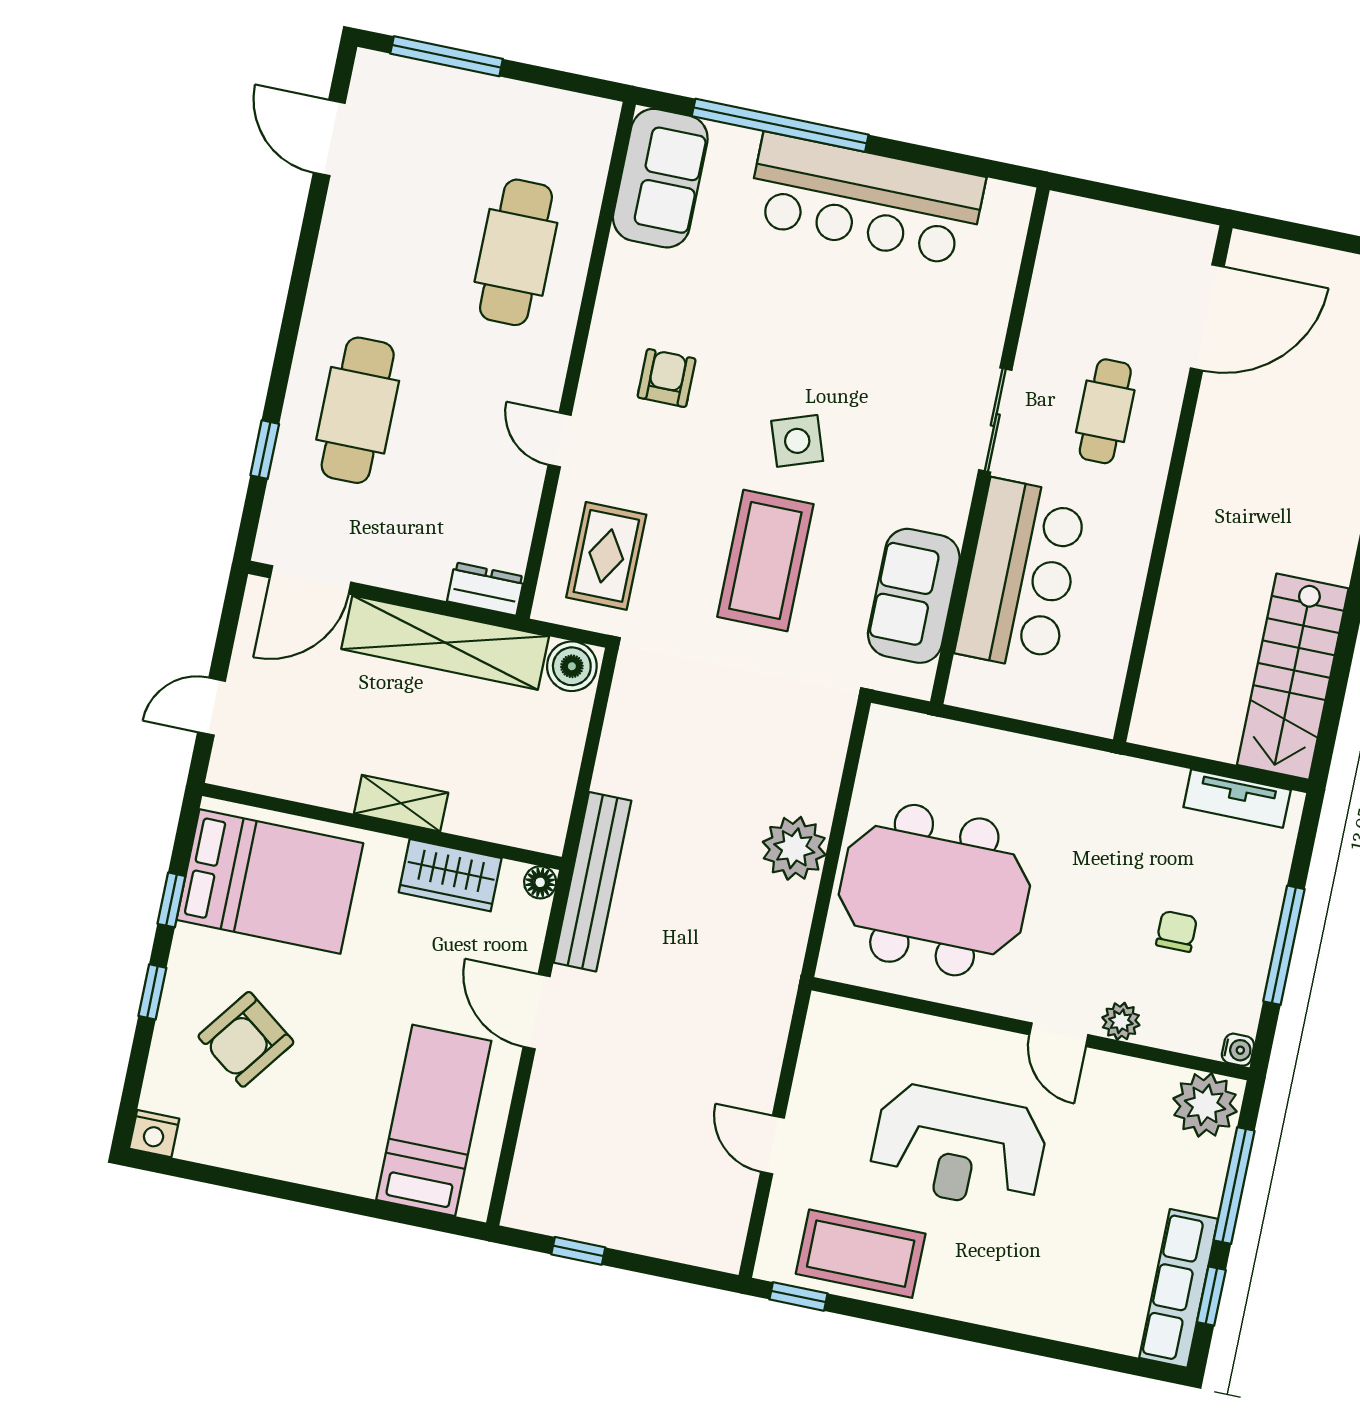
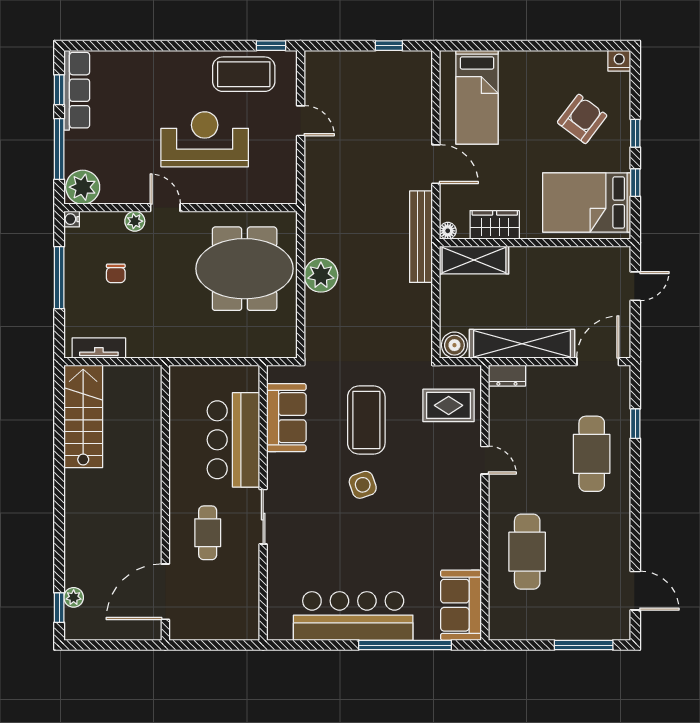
armchair: (667, 378) -> (436, 503), removed
rug: (606, 556) -> (449, 405), turned 90
shelving: (401, 803) -> (474, 260), moved, width x1.50, depth x1.33

